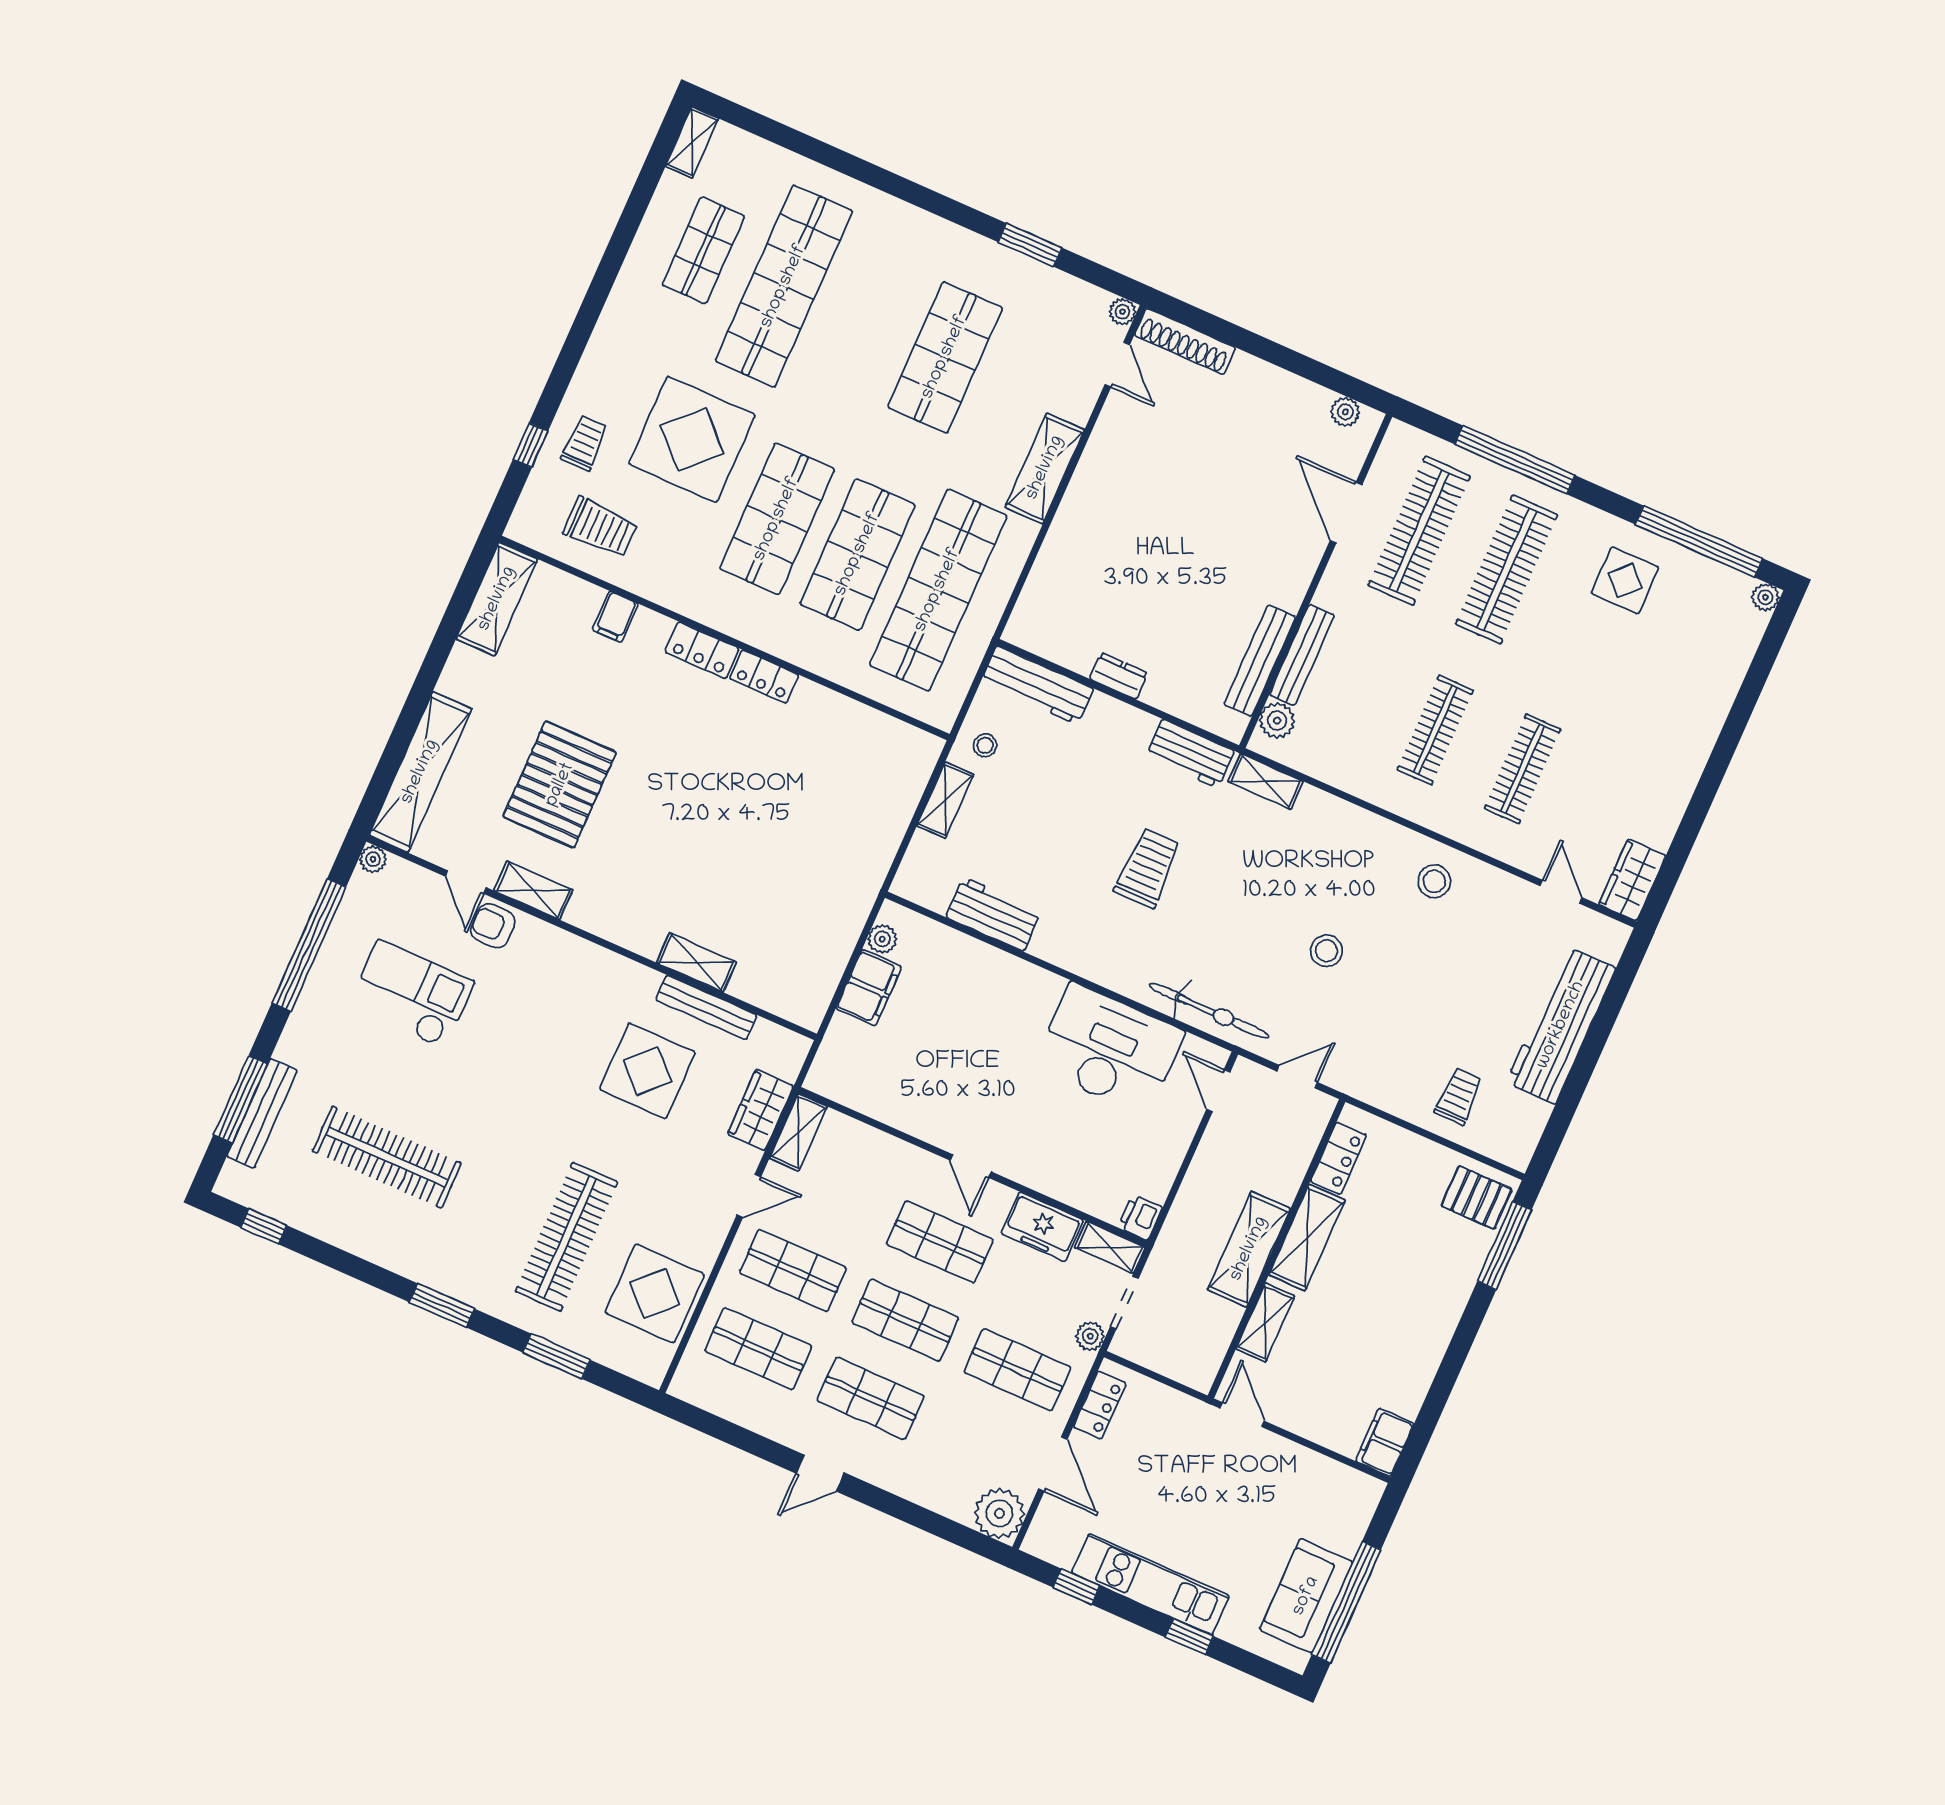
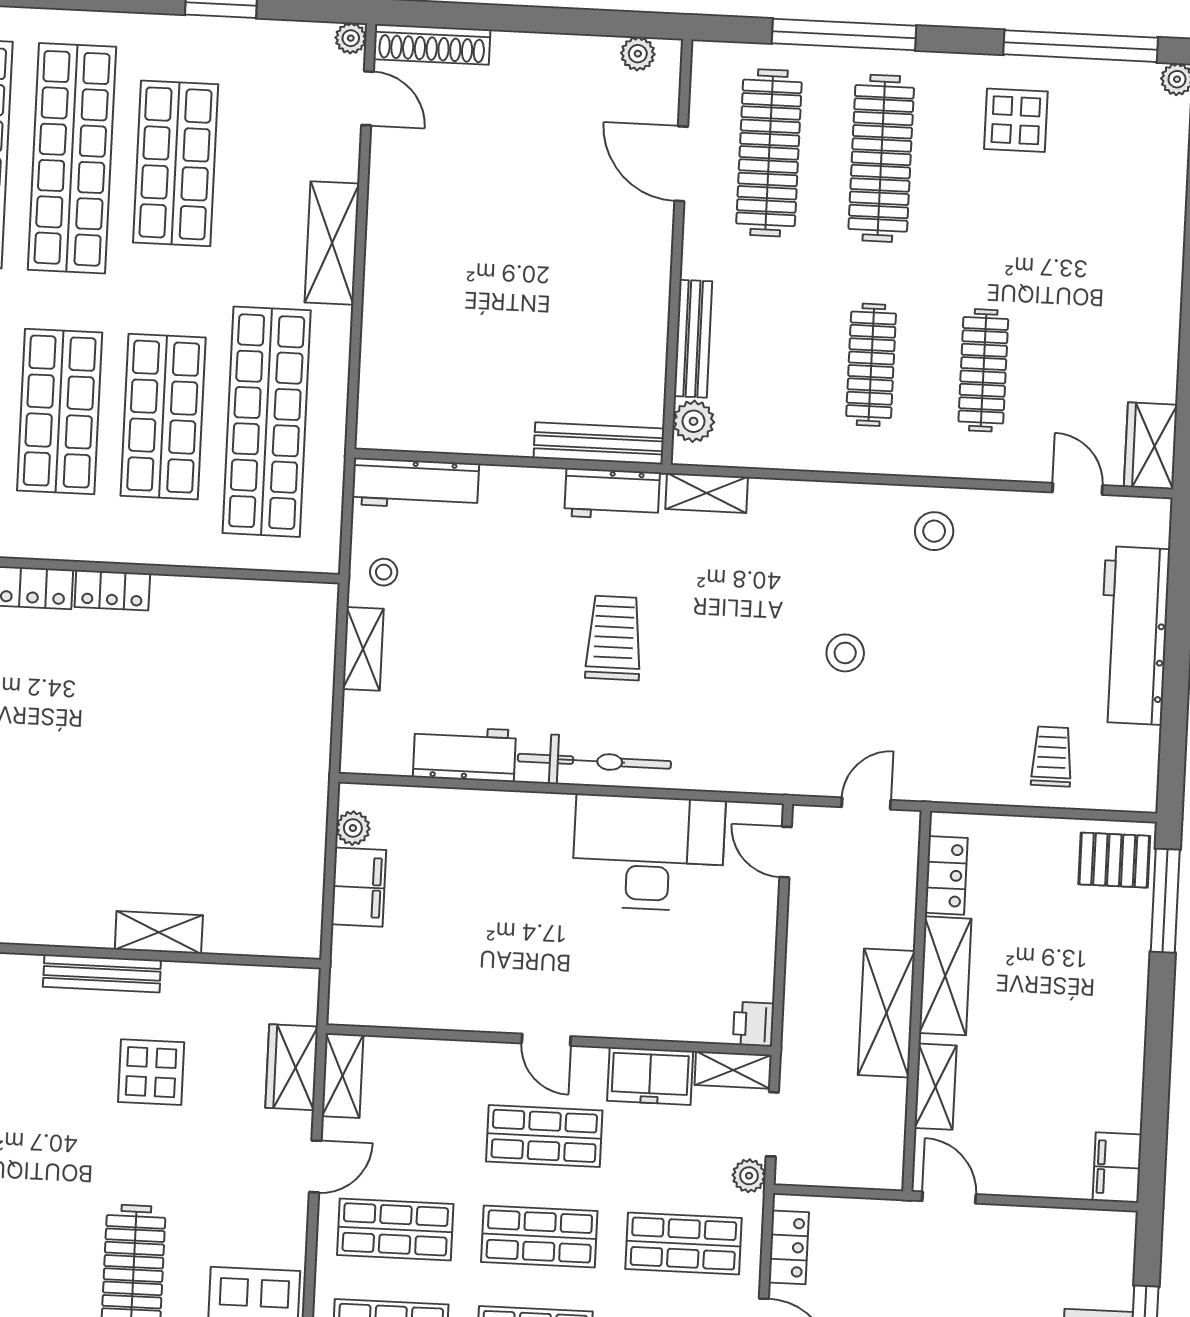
shop shelf: (864, 322) -> (72, 158), added
bench: (1260, 661) -> (599, 443), moved, turned 90
dresser: (1119, 676) -> (501, 439), removed
bench: (706, 1007) -> (102, 973), moved
bicycle: (1209, 1011) -> (594, 761), moved
display table: (647, 1071) -> (151, 1072), width x0.73, depth x0.73

